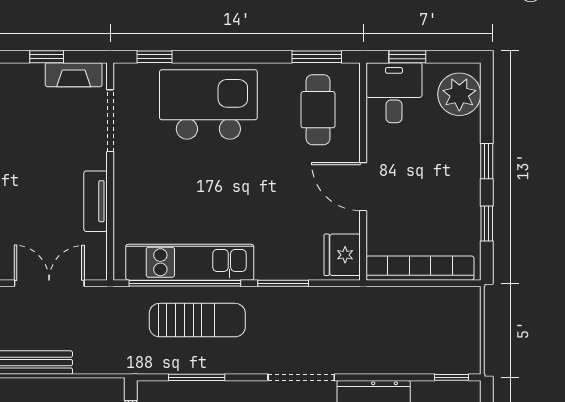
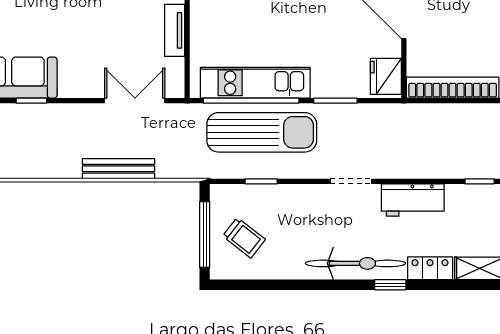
sun lounger: (197, 320) -> (262, 132), width x1.36, depth x1.34
window: (197, 377) -> (261, 181), width x0.67
doorway: (301, 377) -> (351, 181), width x0.73

